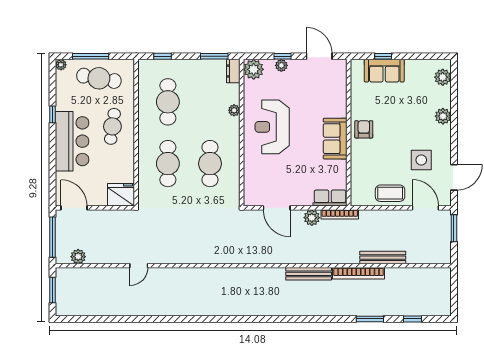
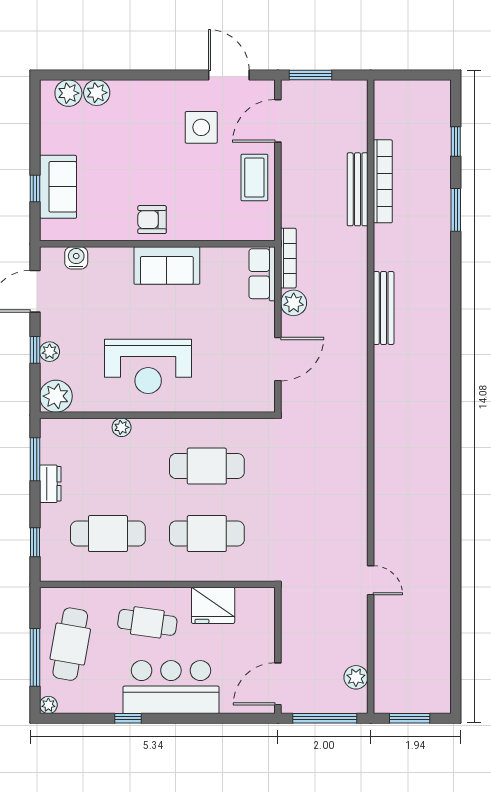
dresser: (233, 71) -> (50, 484), moved, turned -90
water cooler: (340, 82) -> (76, 258), added
plant: (443, 116) -> (97, 93), moved
fridge: (121, 195) -> (213, 605), moved, turned -90
bookcase: (359, 273) -> (383, 181), moved

